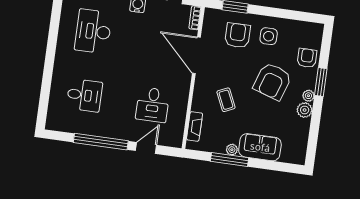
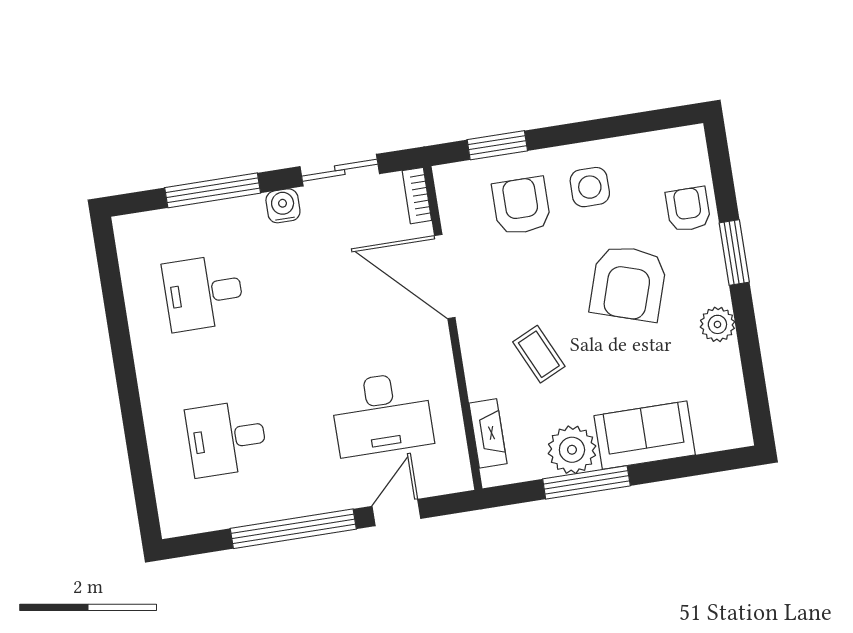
desk: (93, 31) -> (203, 293), width x0.73
desk: (84, 95) -> (227, 438), turned 180
plant: (308, 96) -> (716, 291), removed
desk: (153, 105) -> (382, 414), width x1.37
plant: (232, 150) -> (572, 450), width x1.88, depth x1.88

